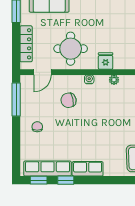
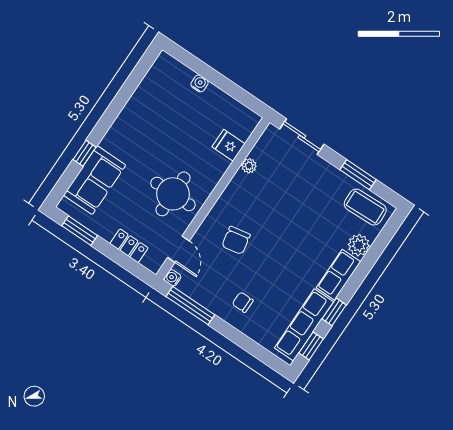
locker: (26, 44) -> (129, 246), width x0.66
fridge: (106, 61) -> (229, 145), moved
water cooler: (89, 79) -> (173, 278), moved
plant: (111, 169) -> (359, 245), added

